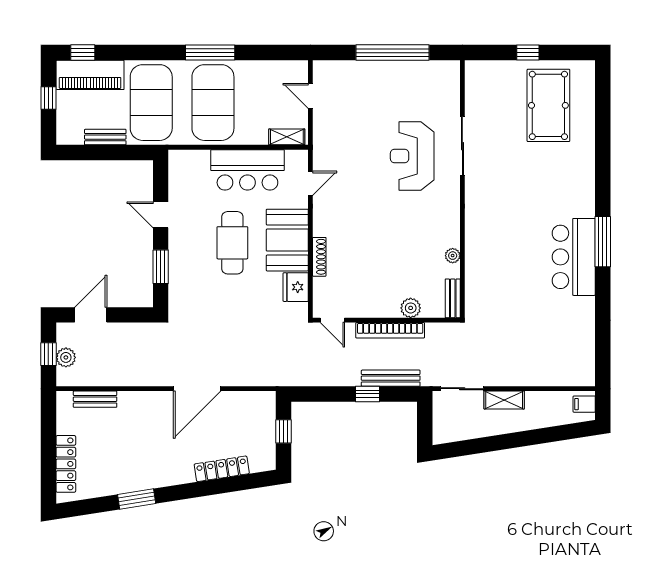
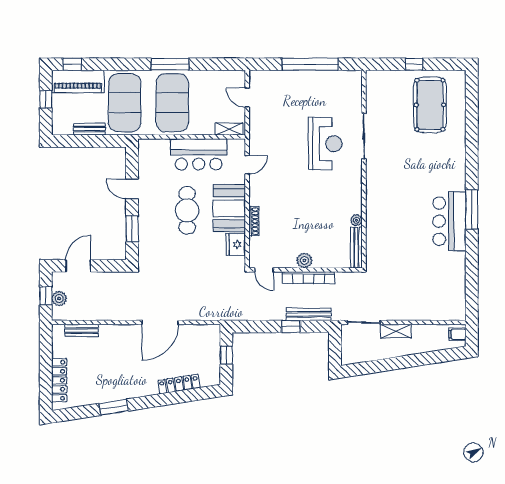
reception desk: (412, 156) -> (325, 144), turned 180
bench: (453, 298) -> (356, 248), width x1.36
plant: (411, 308) -> (304, 260), moved

